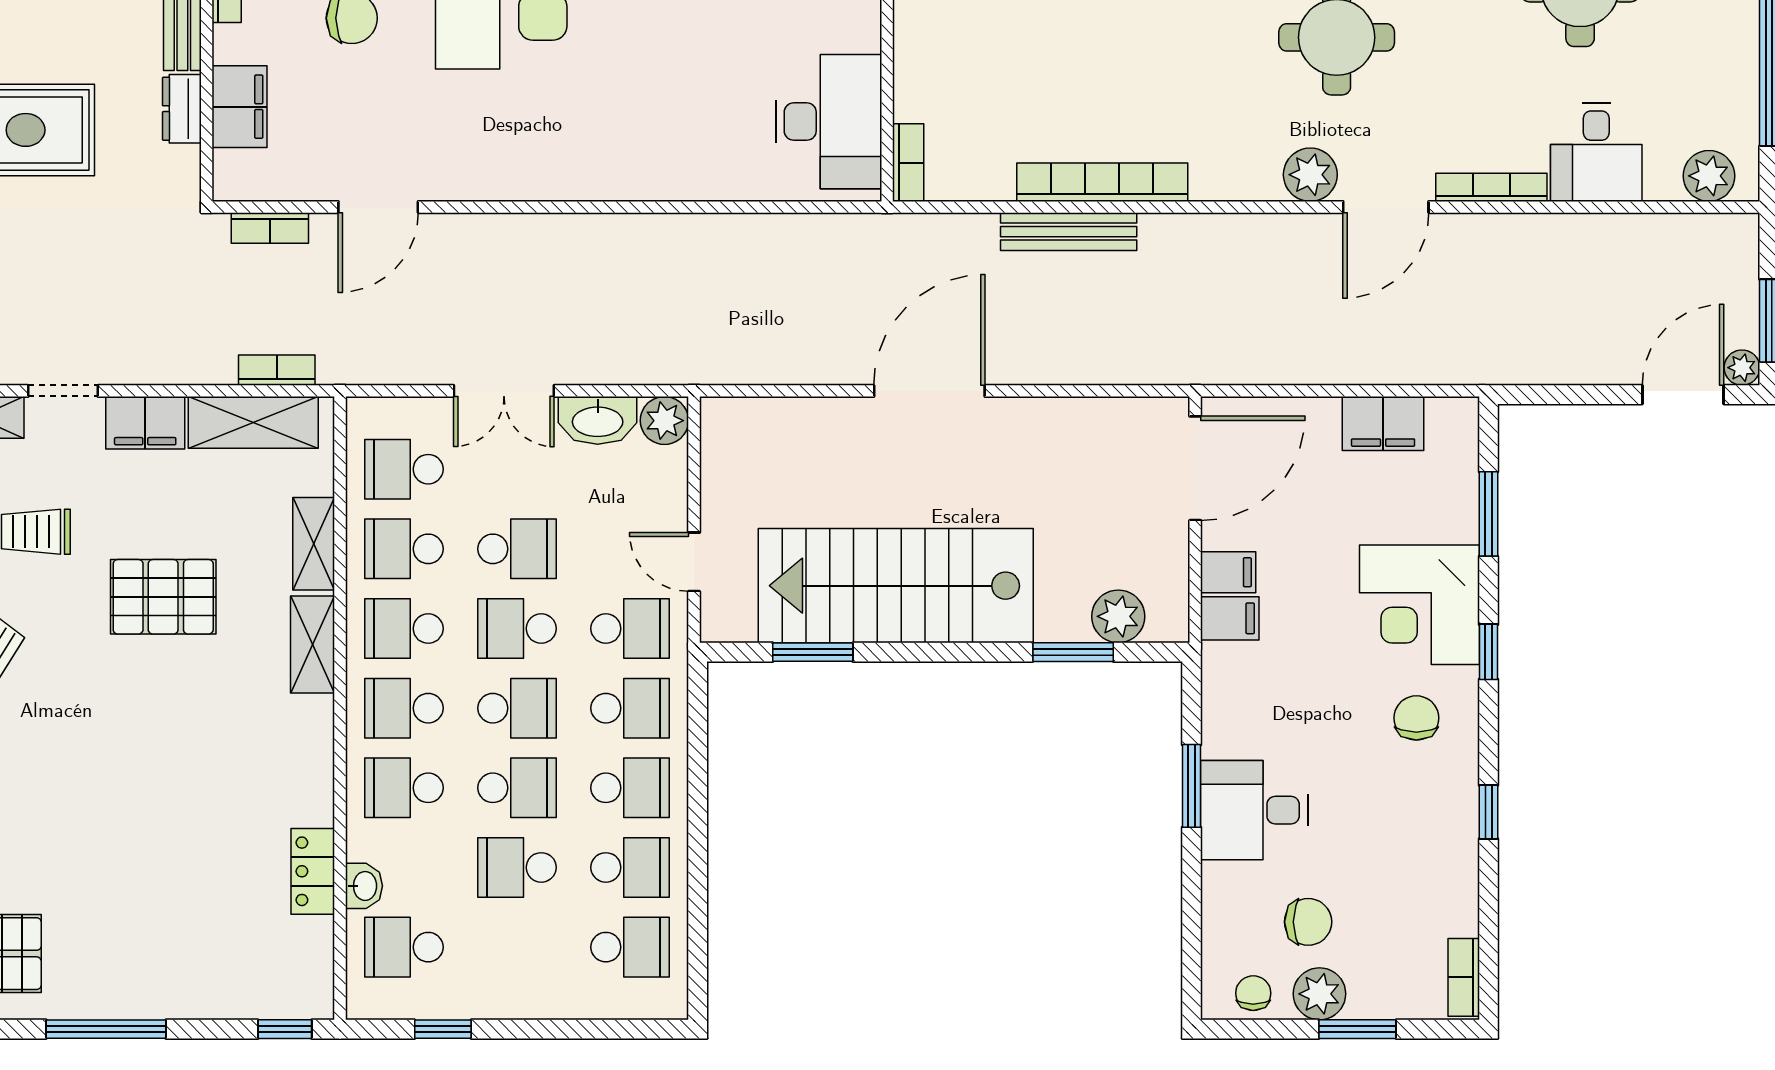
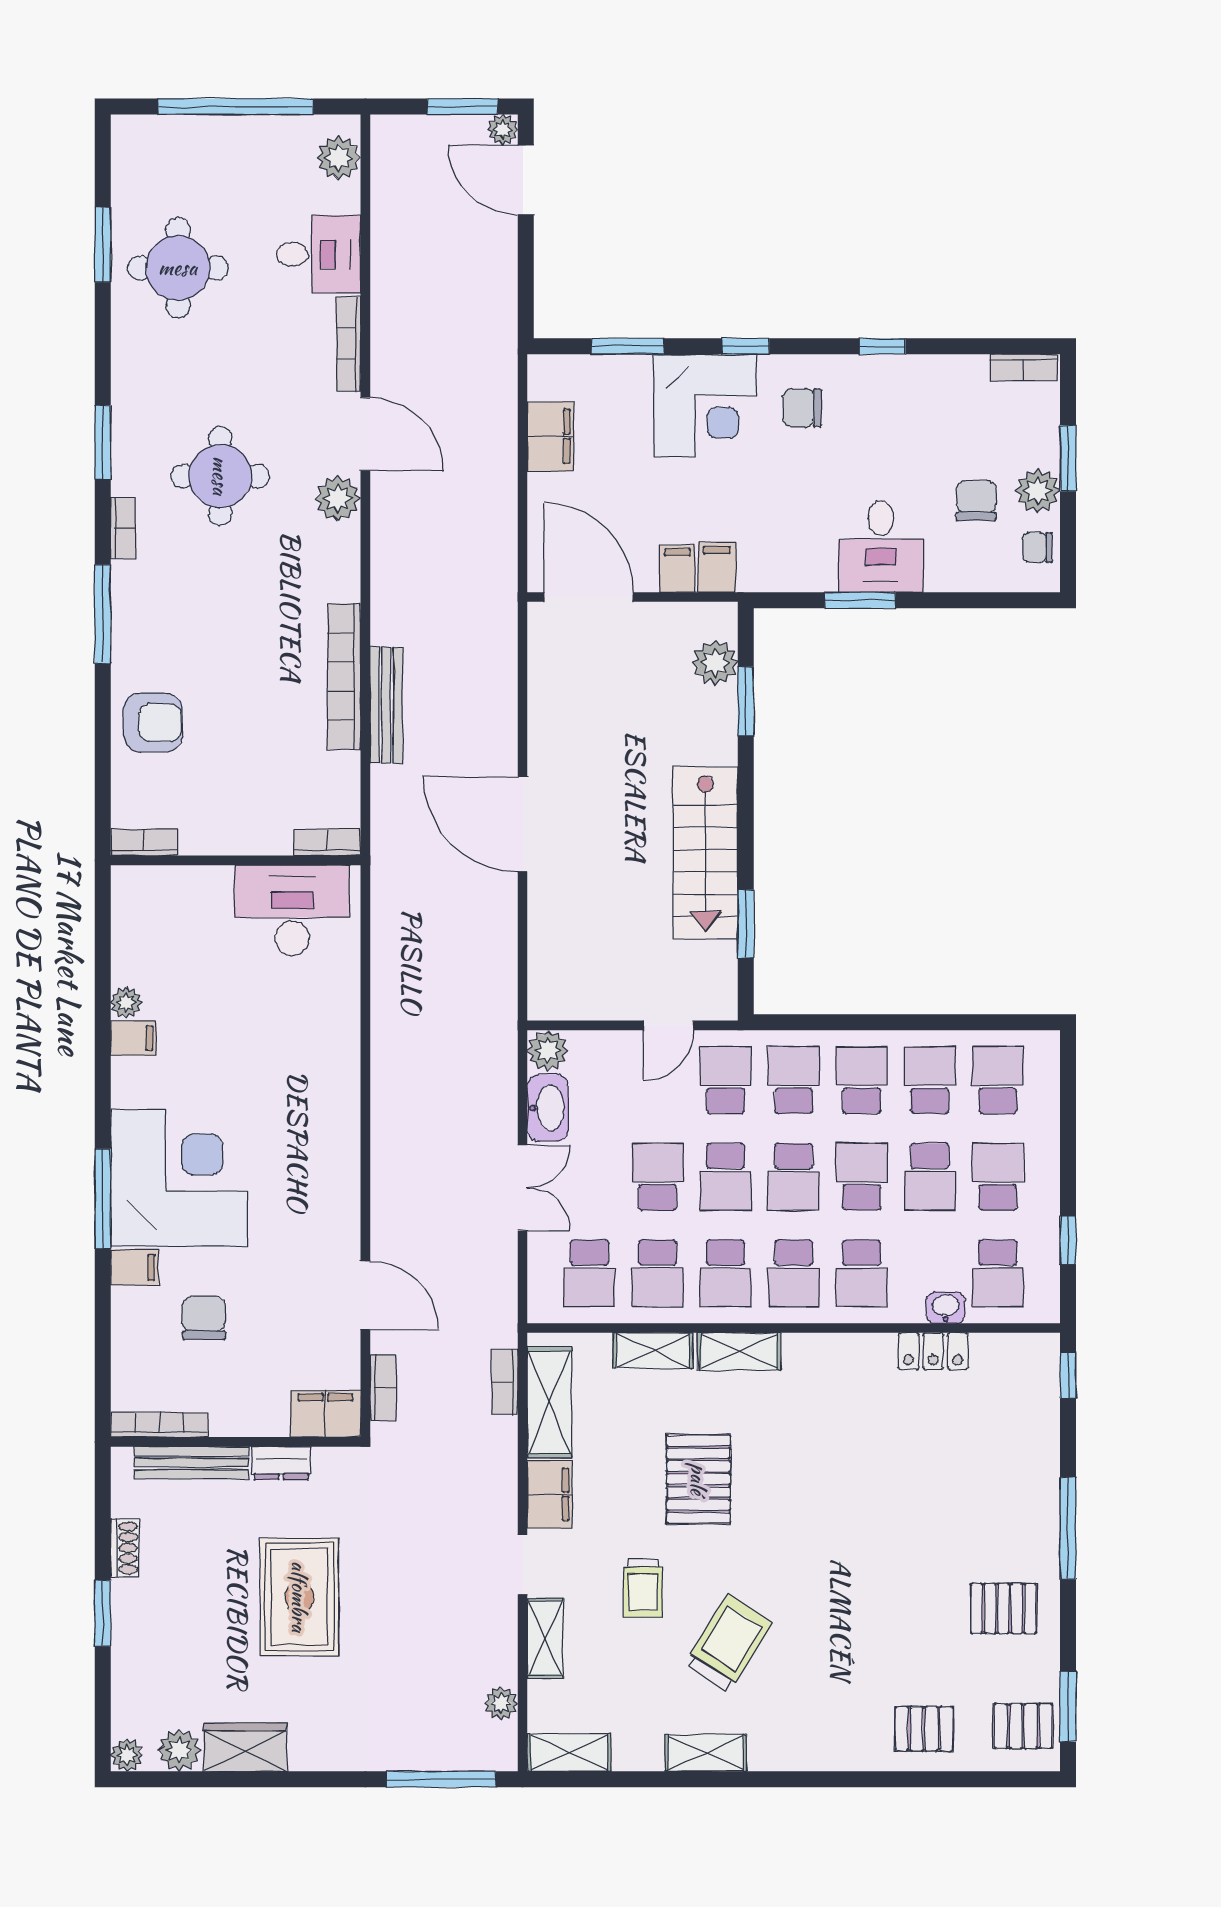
filing cabinet: (240, 107) -> (325, 1414), moved
stairs: (896, 586) -> (705, 853), width x0.73, depth x0.66
school desk: (517, 708) -> (794, 1177), turned 180
school desk: (517, 947) -> (998, 1177), added

